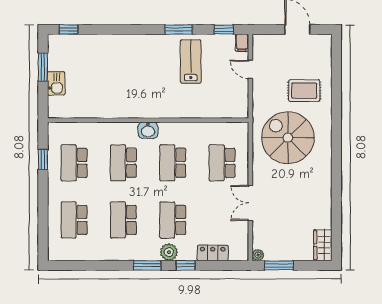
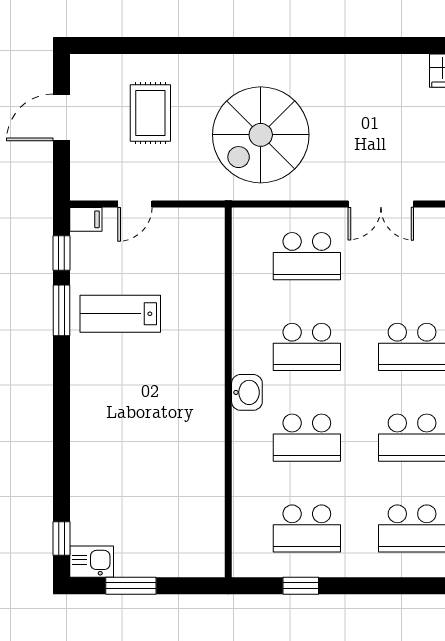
window: (179, 29) -> (61, 310), moved
kitchen sink: (56, 83) -> (92, 562), moved
rug: (304, 91) -> (150, 113), moved

